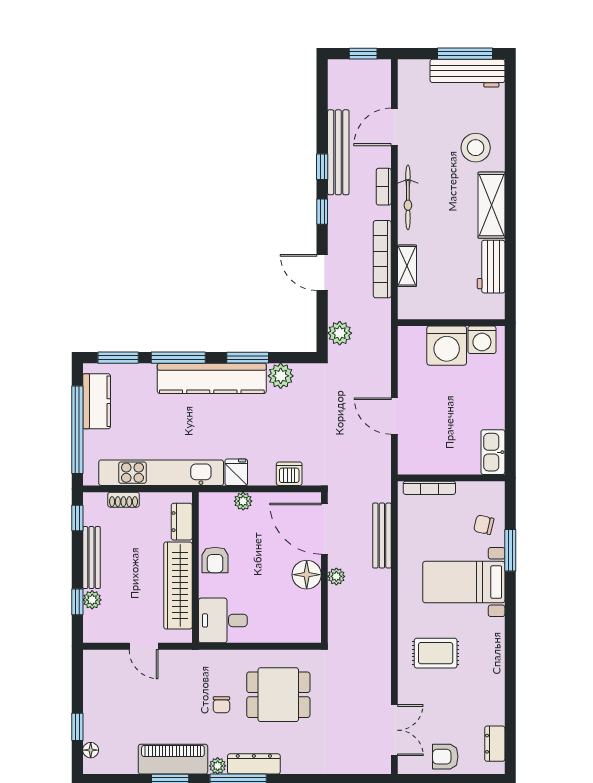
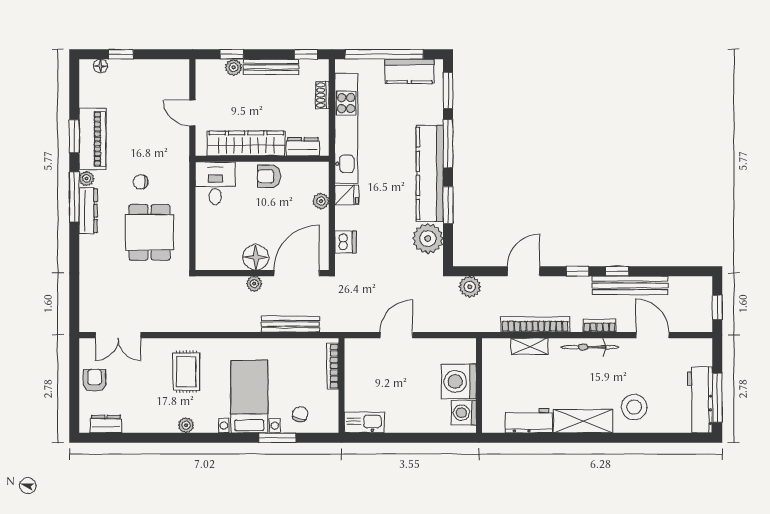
plant: (281, 376) -> (428, 239), width x1.36, depth x1.36
door: (144, 646) -> (192, 113), hinge flipped
plant: (496, 653) -> (186, 425), added

